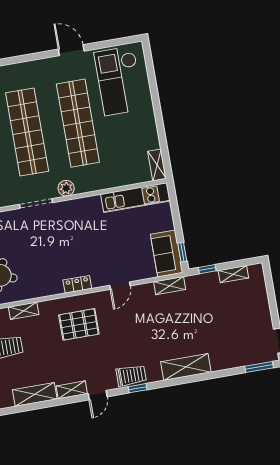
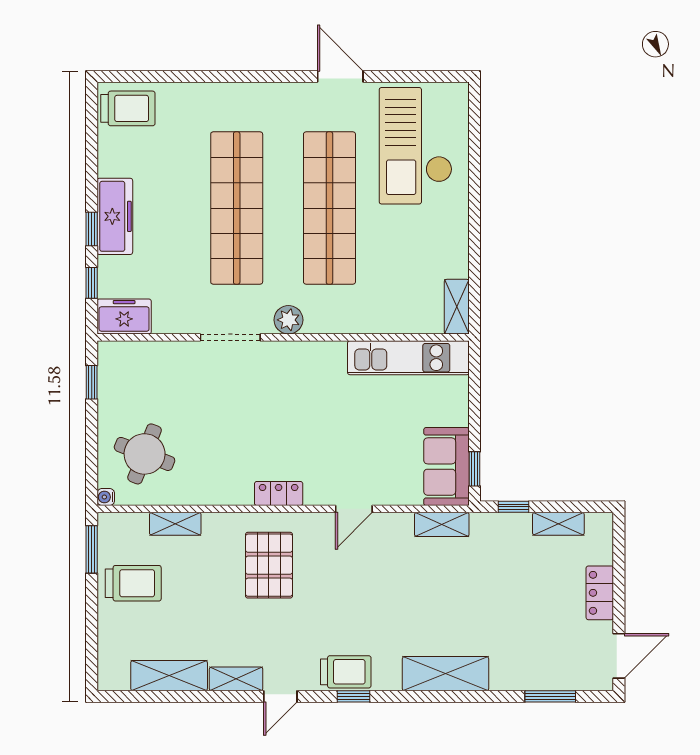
locker: (263, 308) -> (600, 593), added
pallet: (79, 324) -> (269, 565), turned 90
window: (259, 367) -> (550, 696), moved

